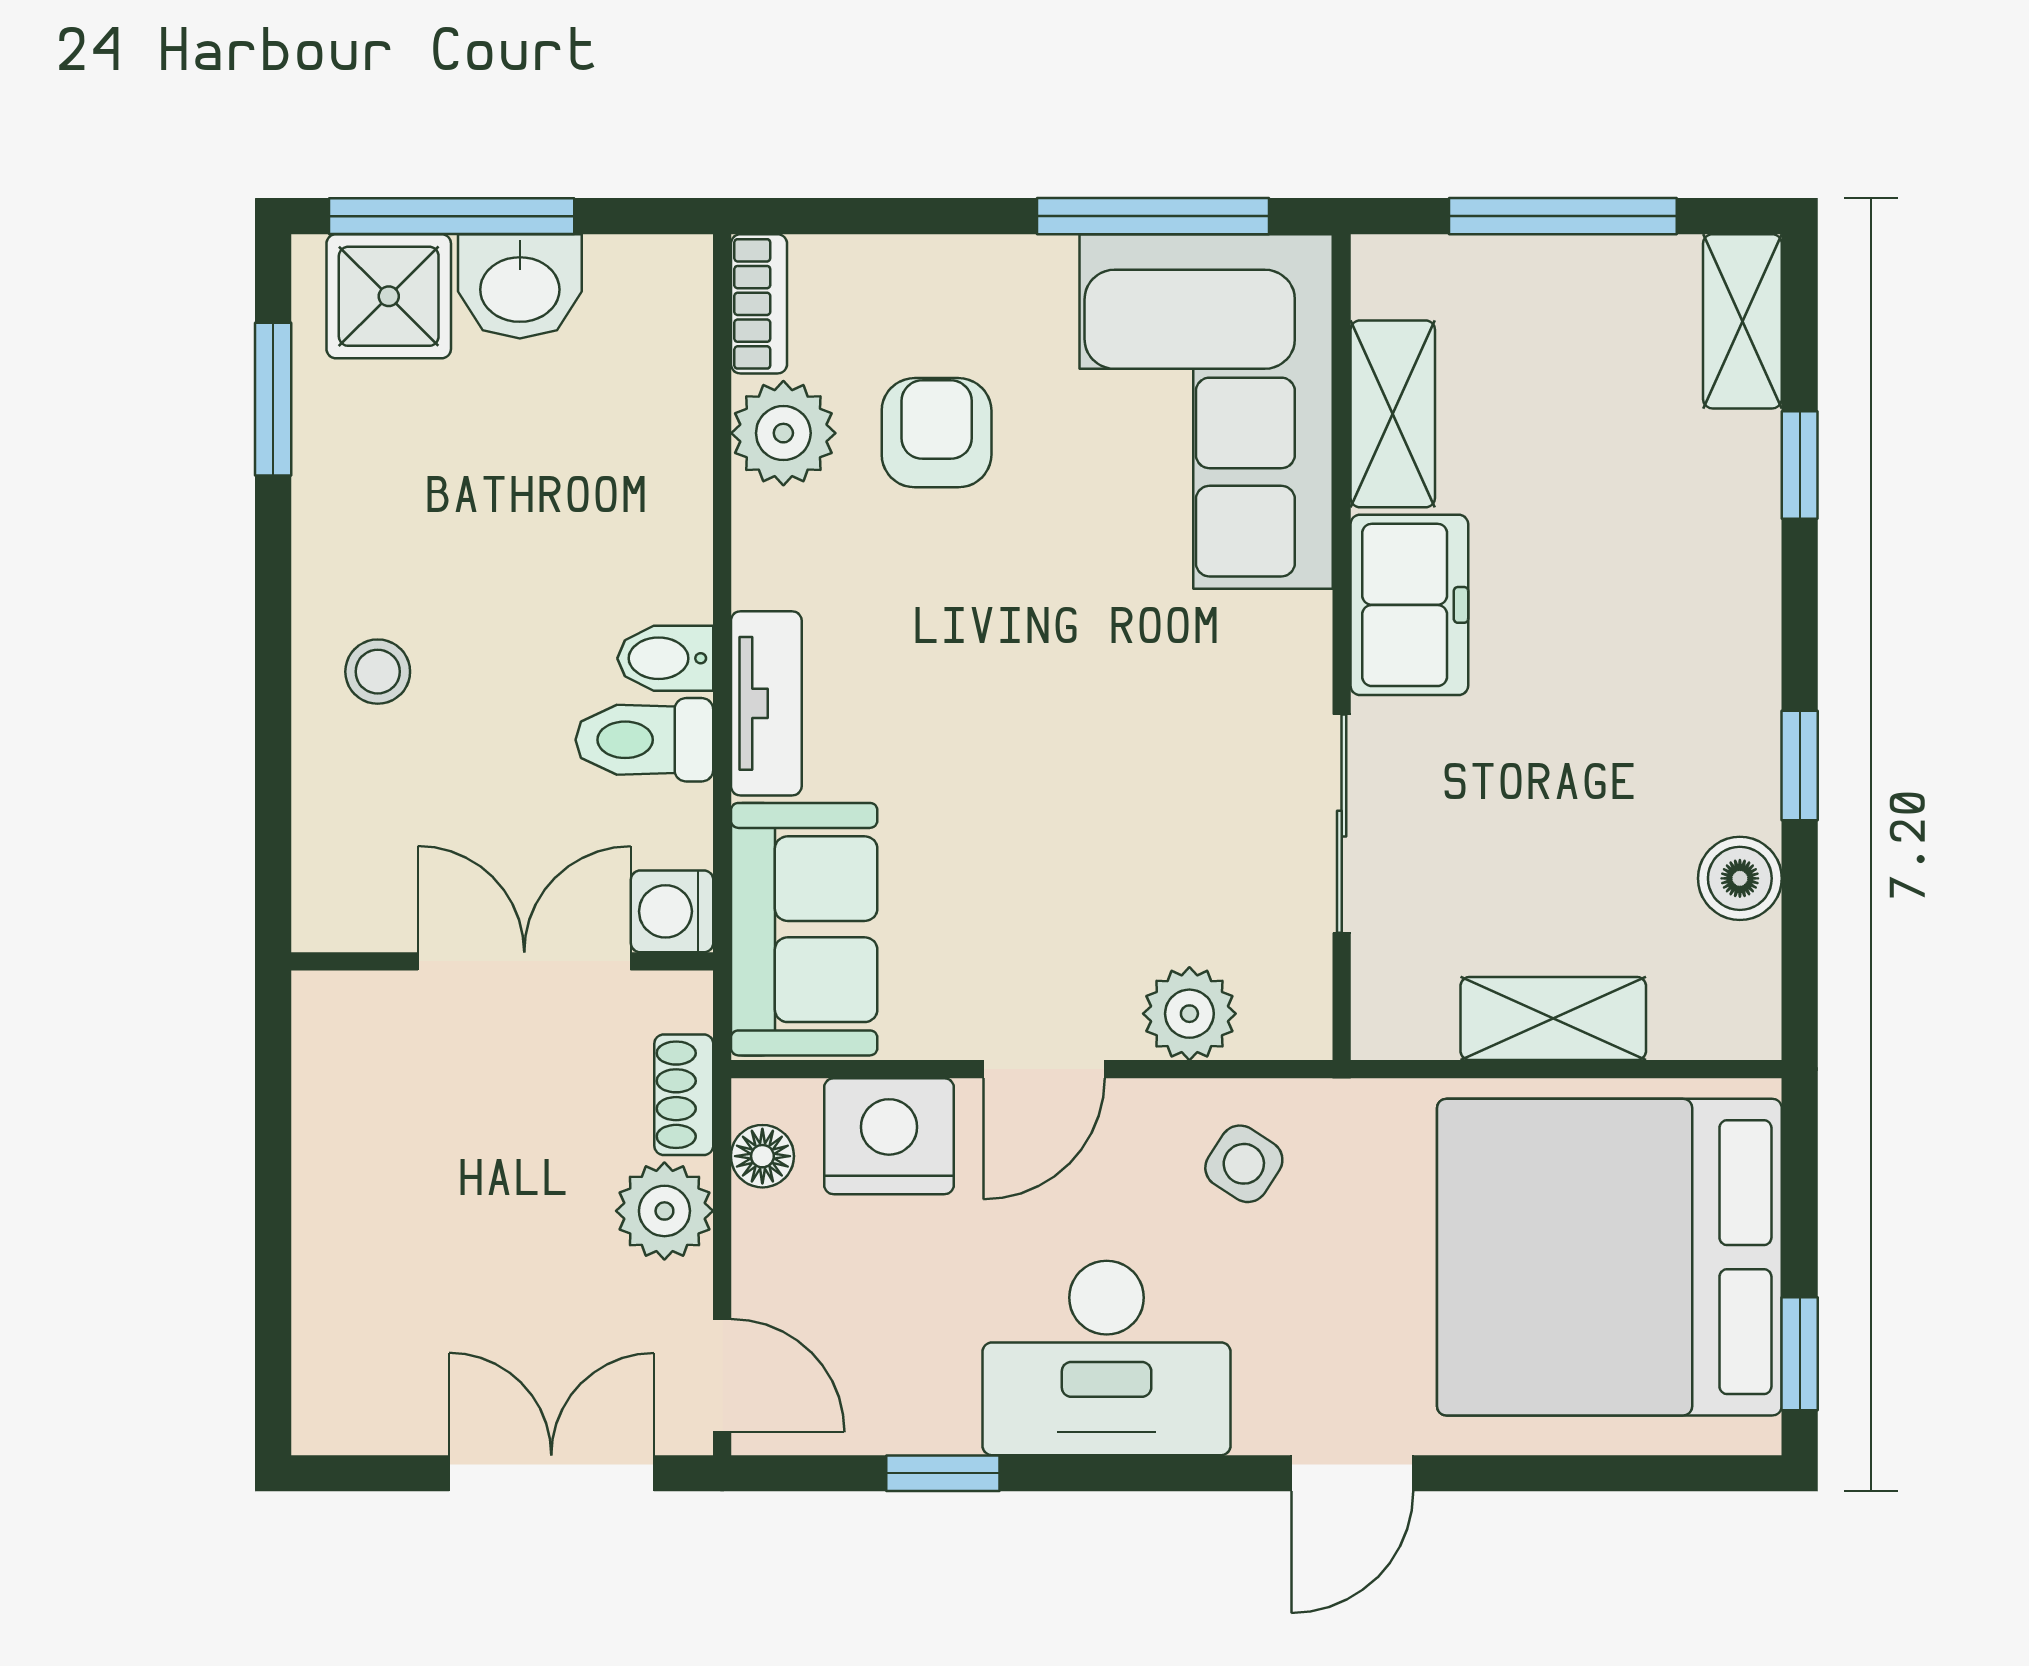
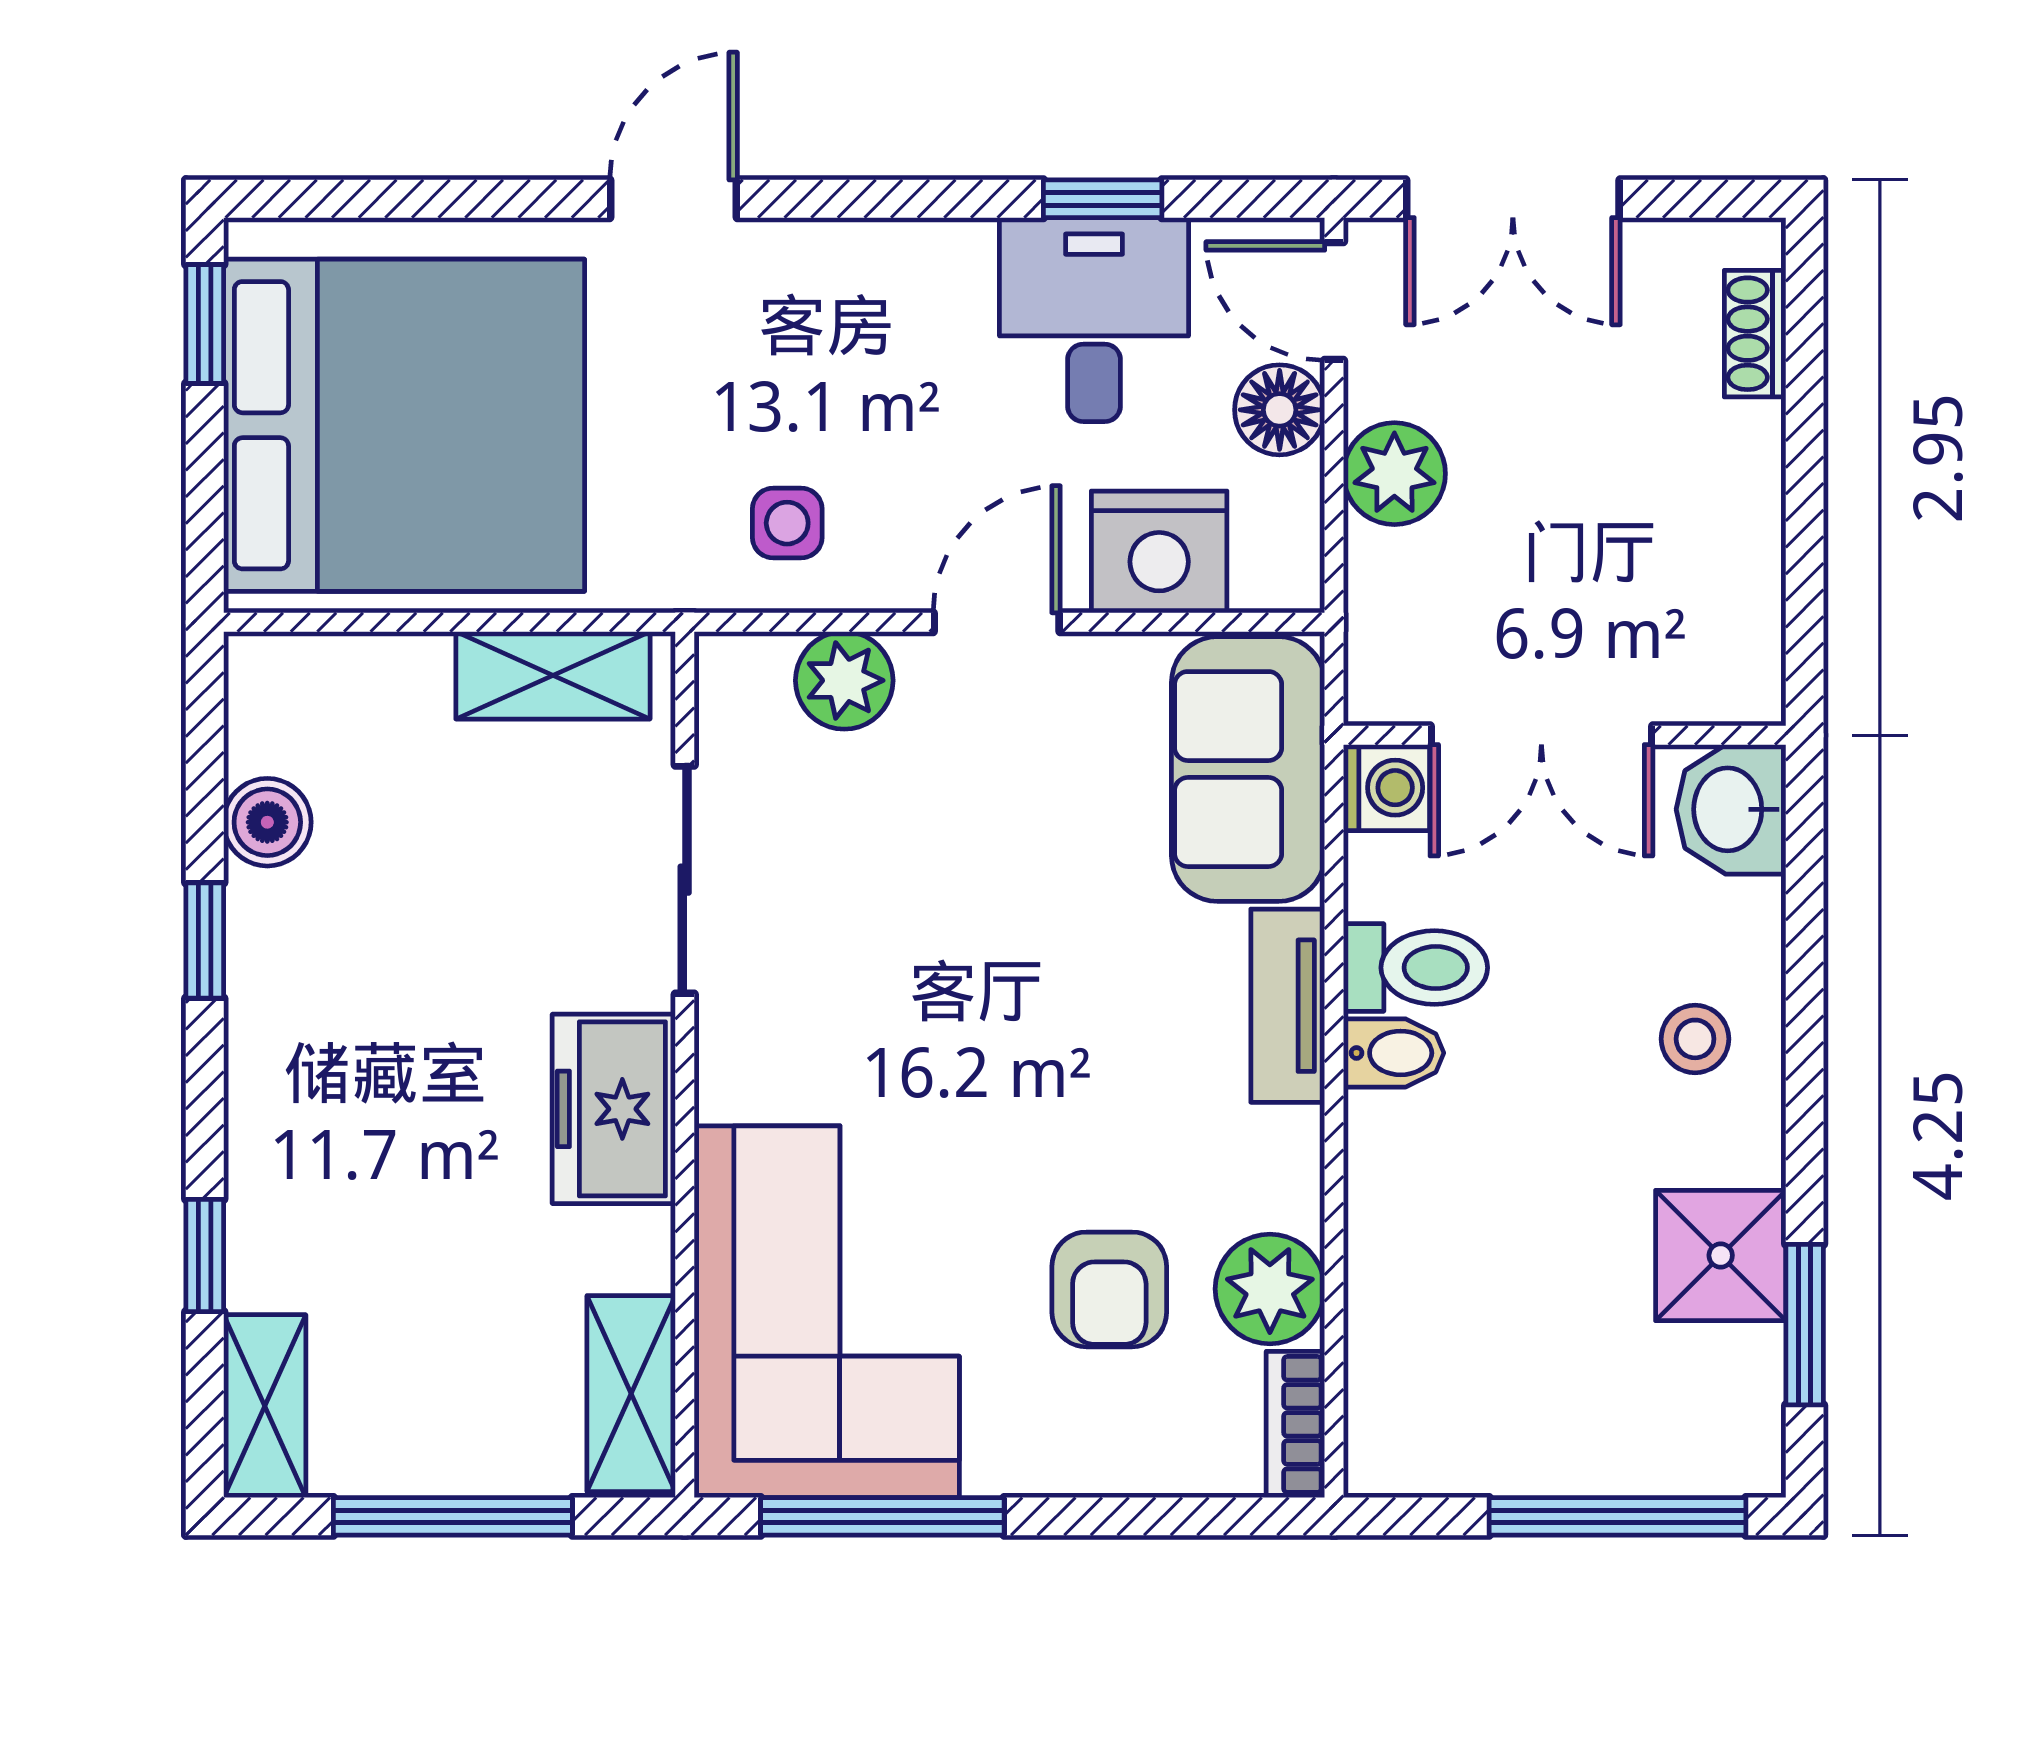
washbasin: (520, 286) -> (1731, 809), moved, turned -90
shower: (389, 296) -> (1721, 1255), moved
shelving: (1393, 414) -> (631, 1394), moved
shelving: (1553, 1018) -> (553, 675), moved
shoe rack: (684, 1095) -> (1755, 334), moved, turned 180
floor lamp: (762, 1156) -> (1280, 410), moved, width x1.37, depth x1.37
side table: (1244, 1164) -> (787, 523), turned -33
desk: (1107, 1358) -> (1094, 320), moved, width x0.73

